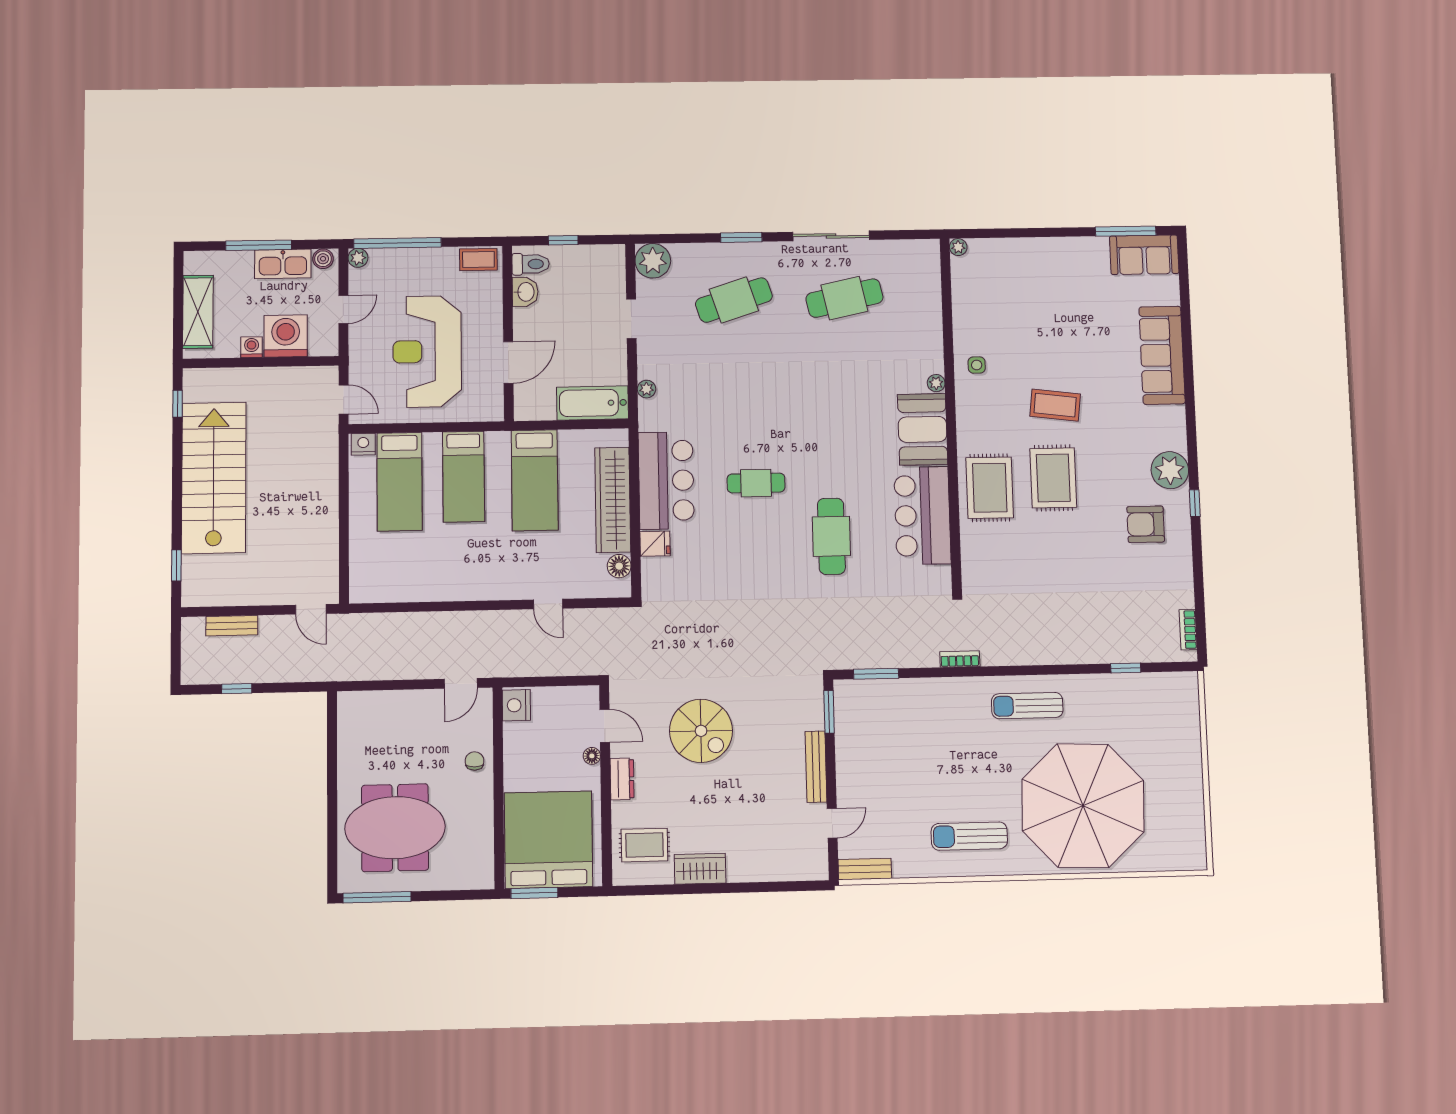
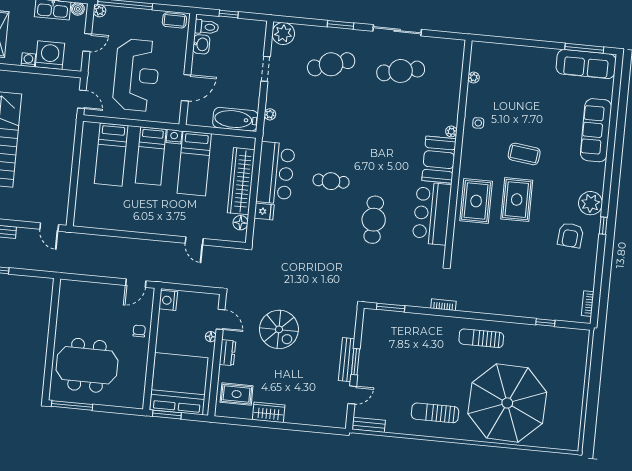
plant: (958, 247) -> (474, 78), moved
sofa: (1144, 255) -> (586, 64), width x1.36
reception desk: (427, 351) -> (136, 75), turned 180
nightstand: (363, 444) -> (174, 137), moved
armchair: (1146, 524) -> (570, 235), turned -85
window: (829, 712) -> (355, 362), moved

